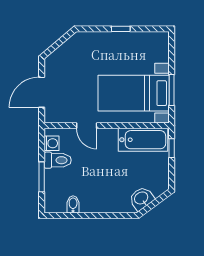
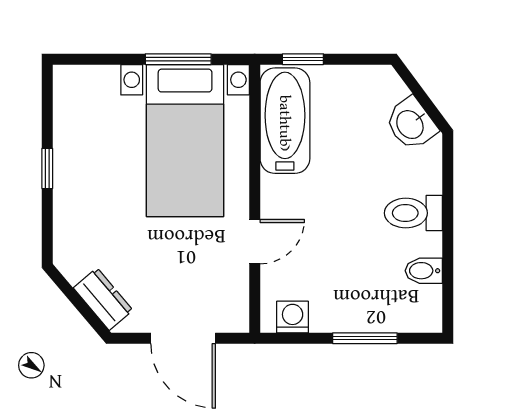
dresser: (60, 55) -> (103, 299), added
toilet: (58, 160) -> (413, 213), moved, turned -90

